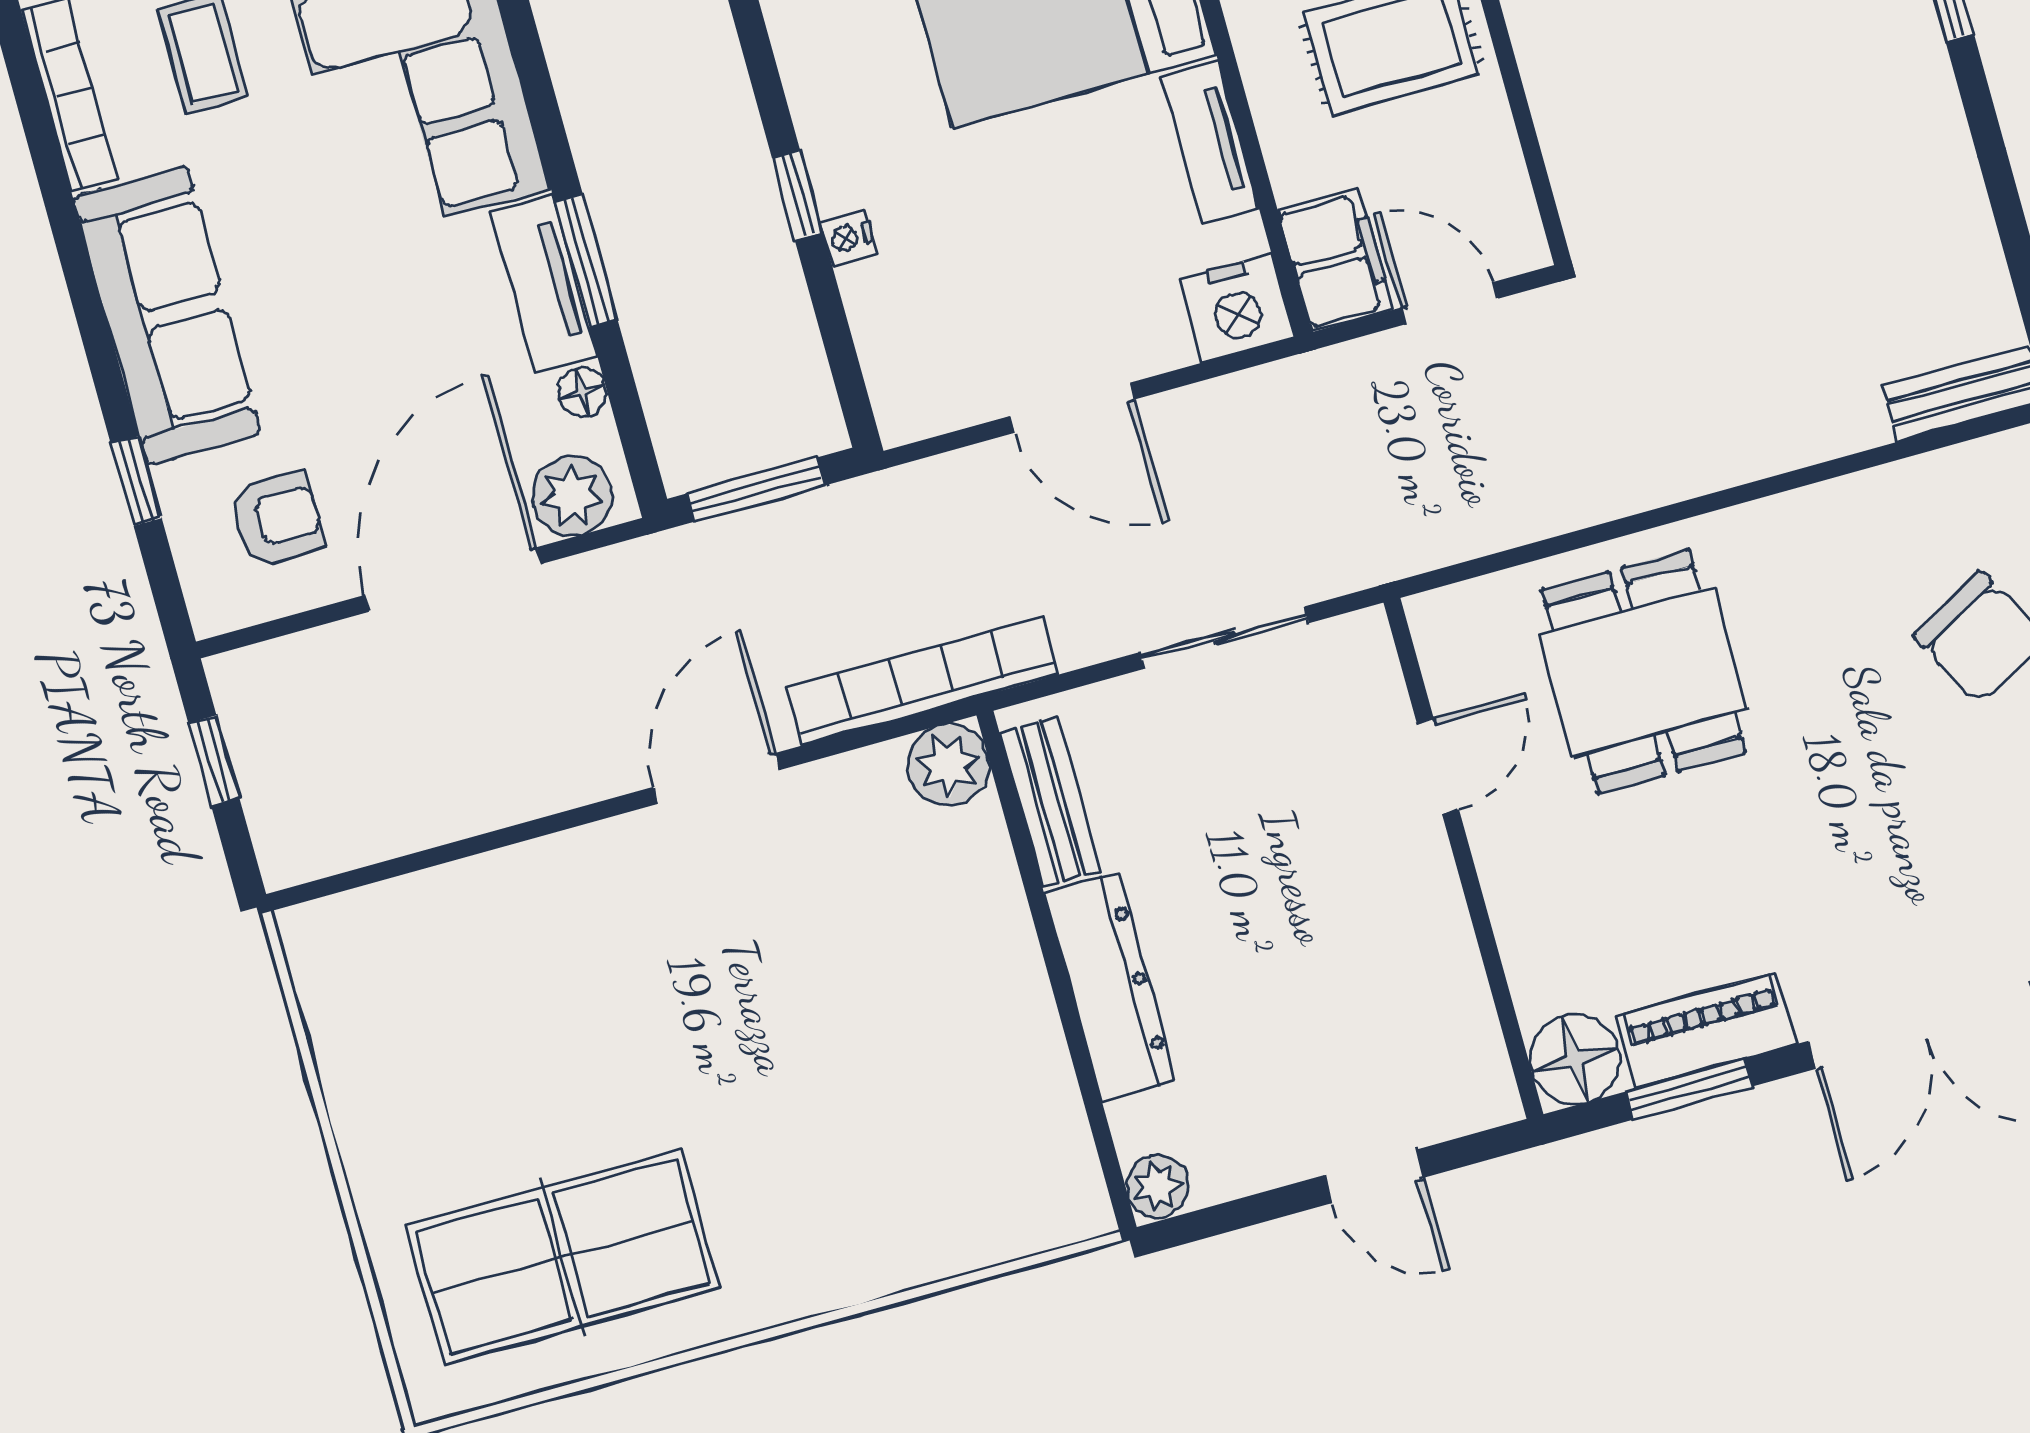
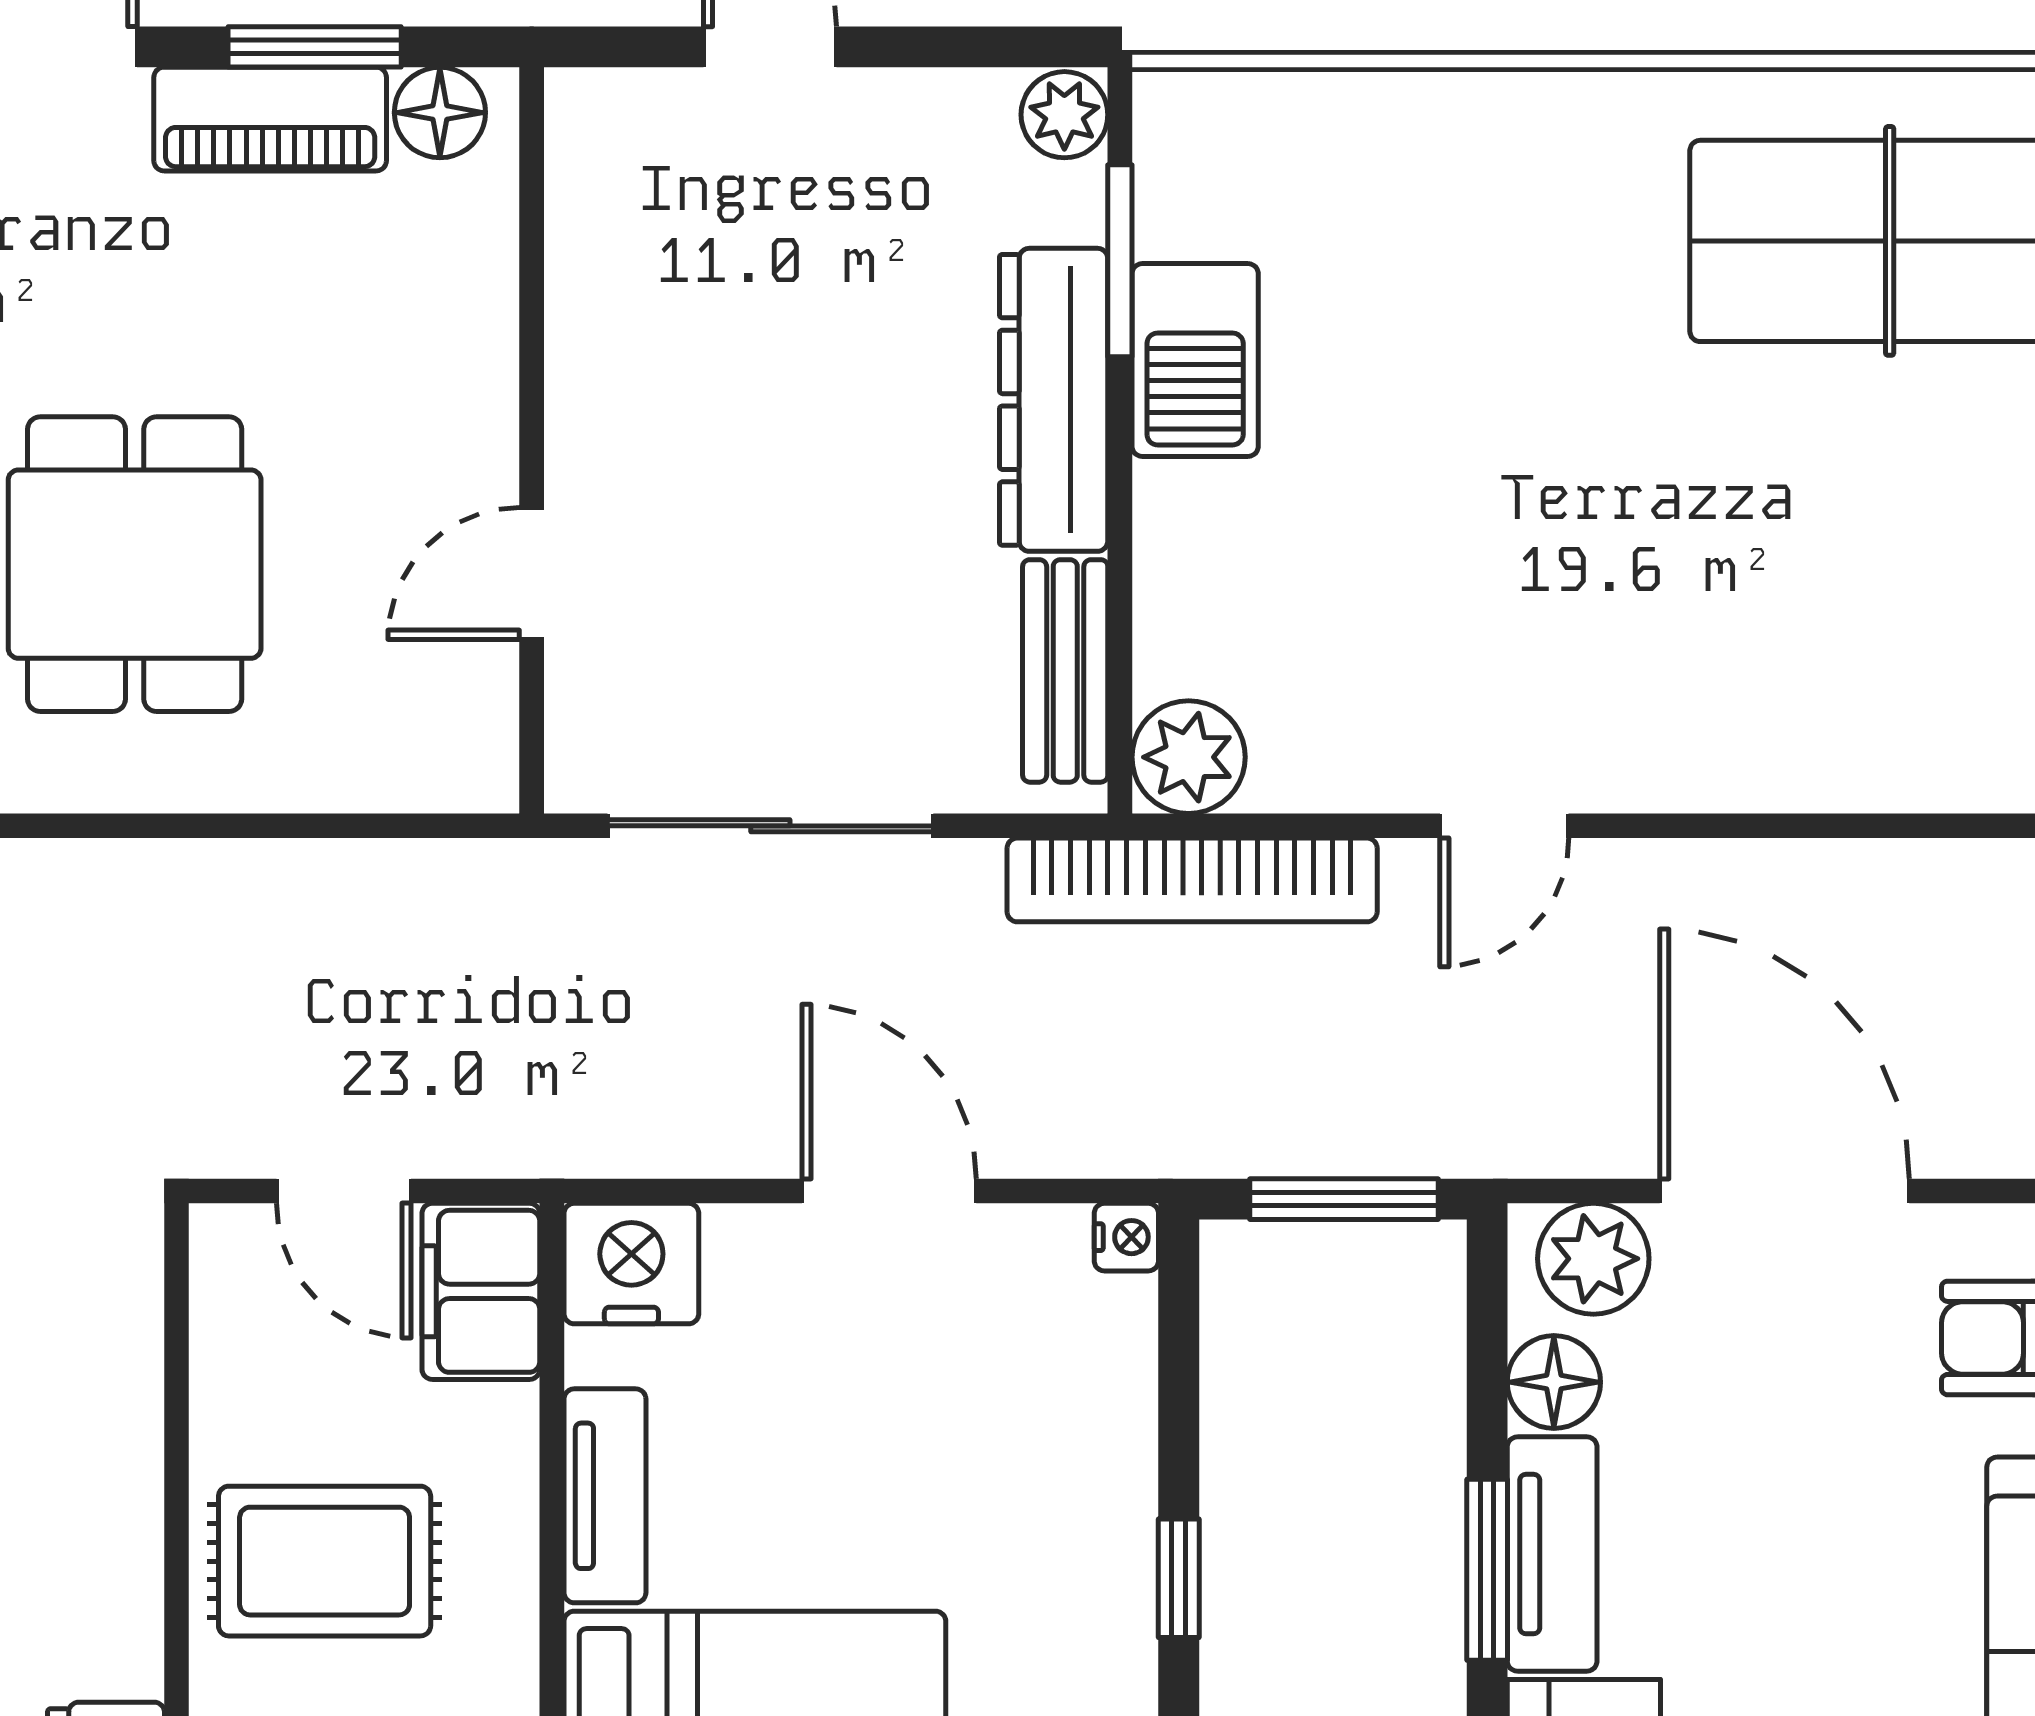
nightstand: (848, 238) -> (1126, 1237), moved
floor lamp: (582, 392) -> (1554, 1382), width x1.37, depth x1.37
door: (453, 580) -> (1785, 1191), swing flipped
sliding door: (1224, 638) -> (770, 826), width x1.37
dining table: (1643, 671) -> (135, 564), moved
door: (717, 778) -> (1504, 826), width x0.73
barbecue: (1020, 1041) -> (1195, 360), added
floor lamp: (1575, 1059) -> (440, 113), width x0.73, depth x0.73
window: (1091, 1095) -> (1120, 261), added

